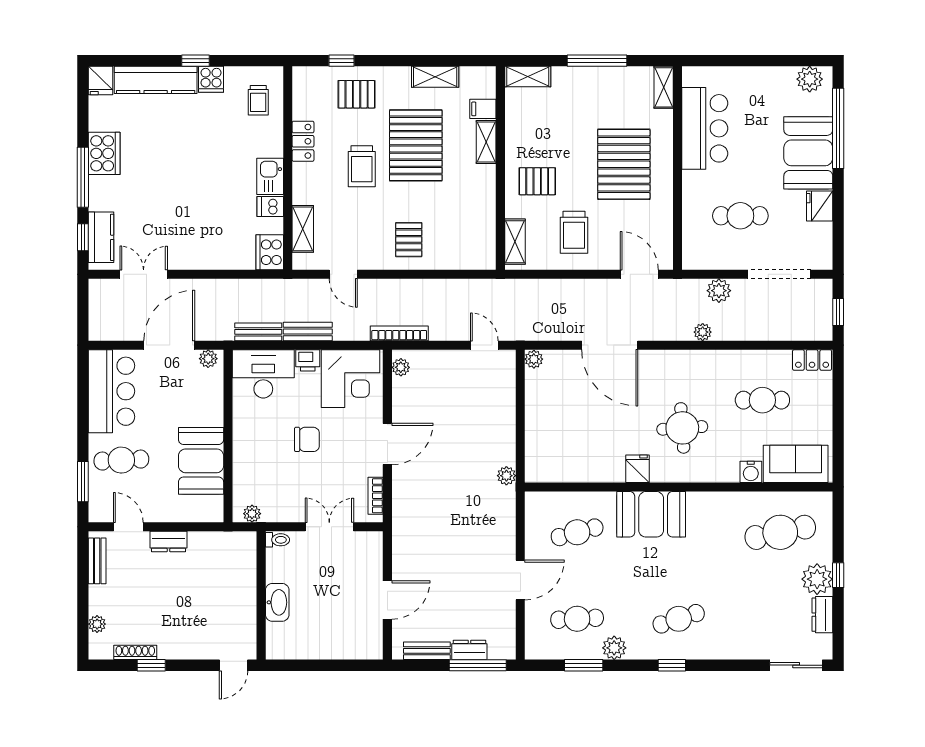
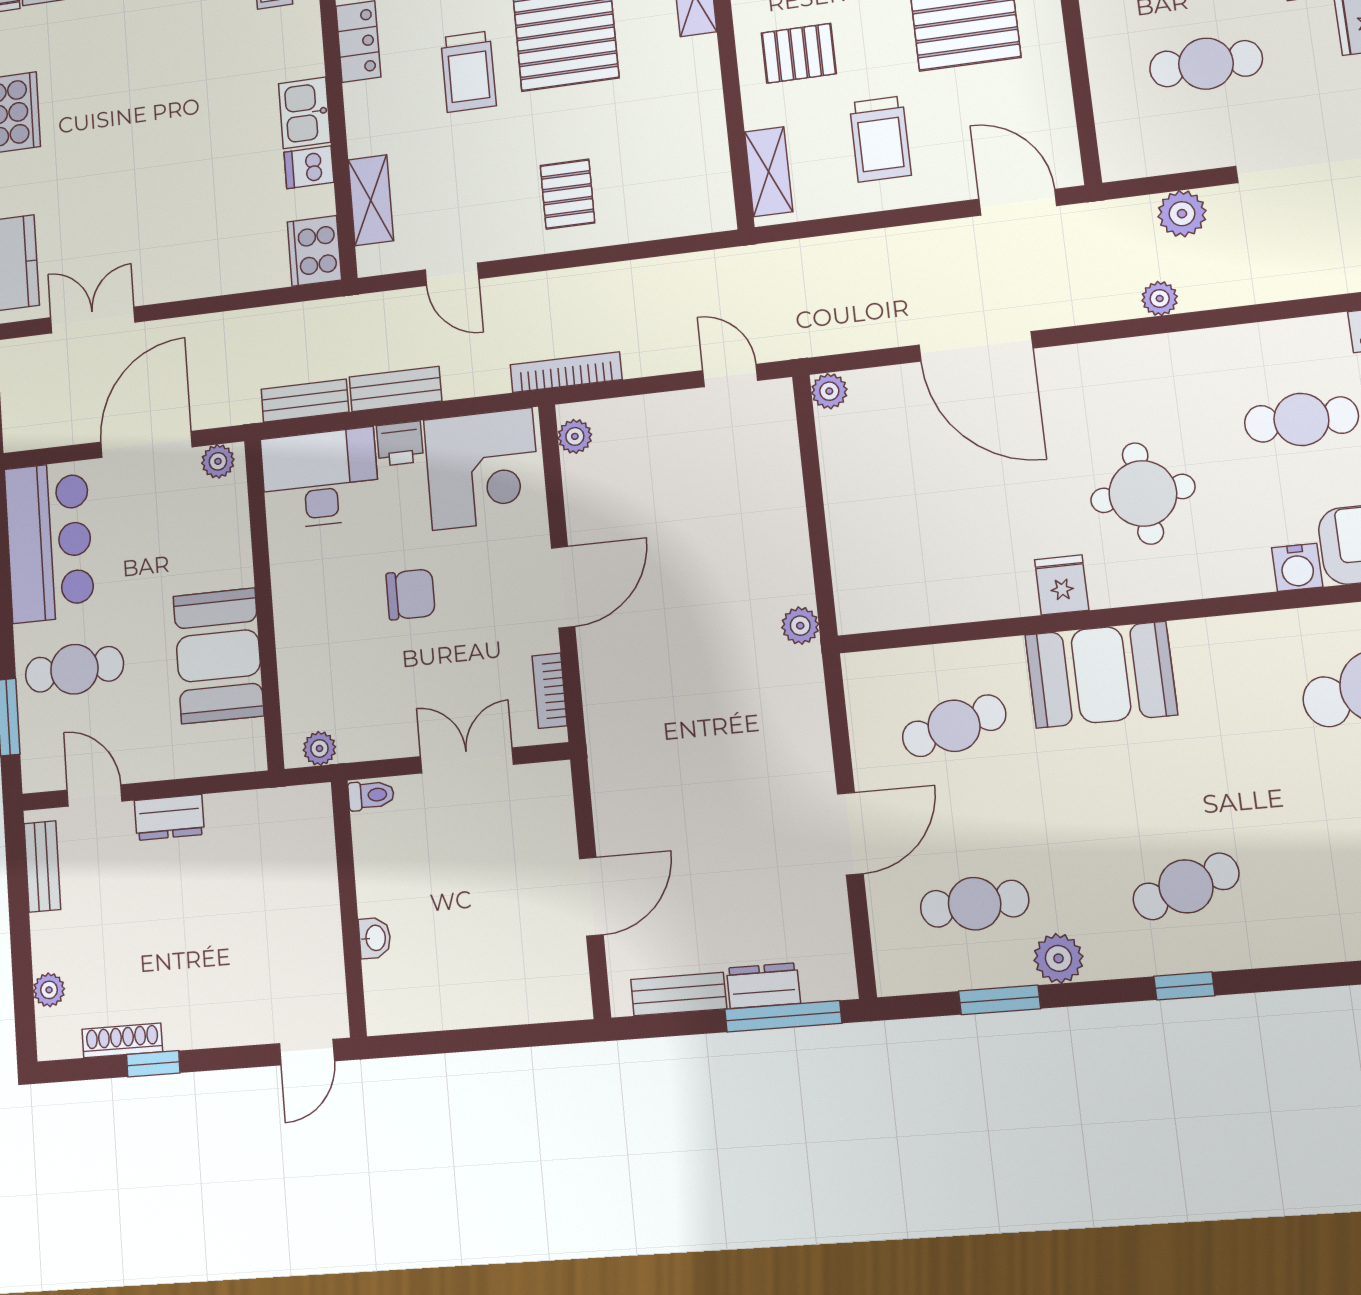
washbasin: (277, 602) -> (375, 938), width x0.52, depth x0.69

